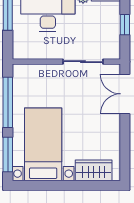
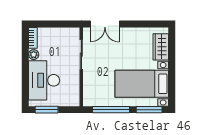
window: (125, 25) -> (54, 24), removed

